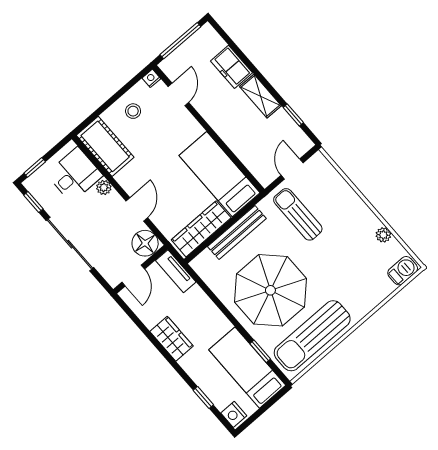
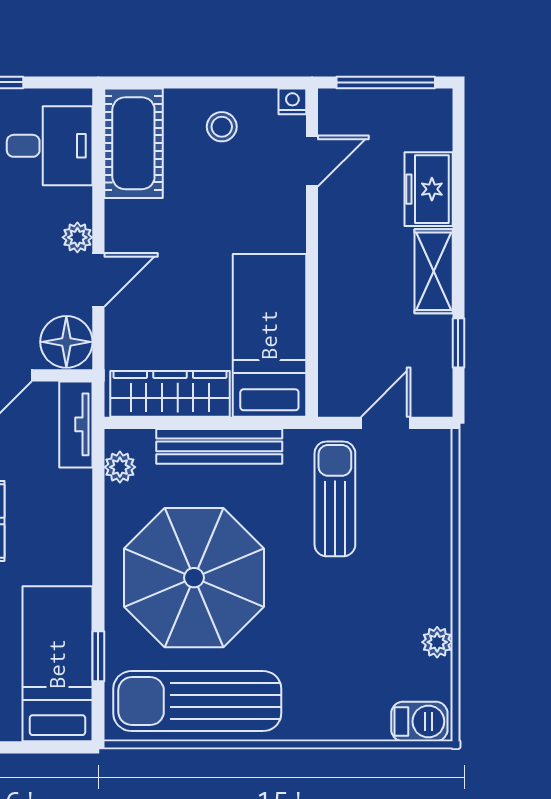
plant: (104, 187) -> (77, 237), moved
plant: (206, 273) -> (120, 467), added

